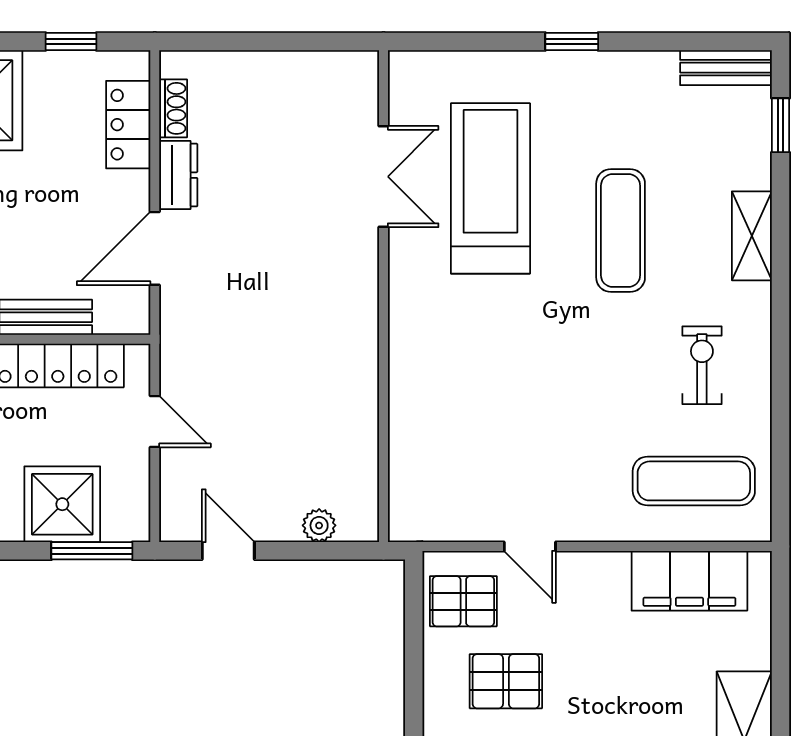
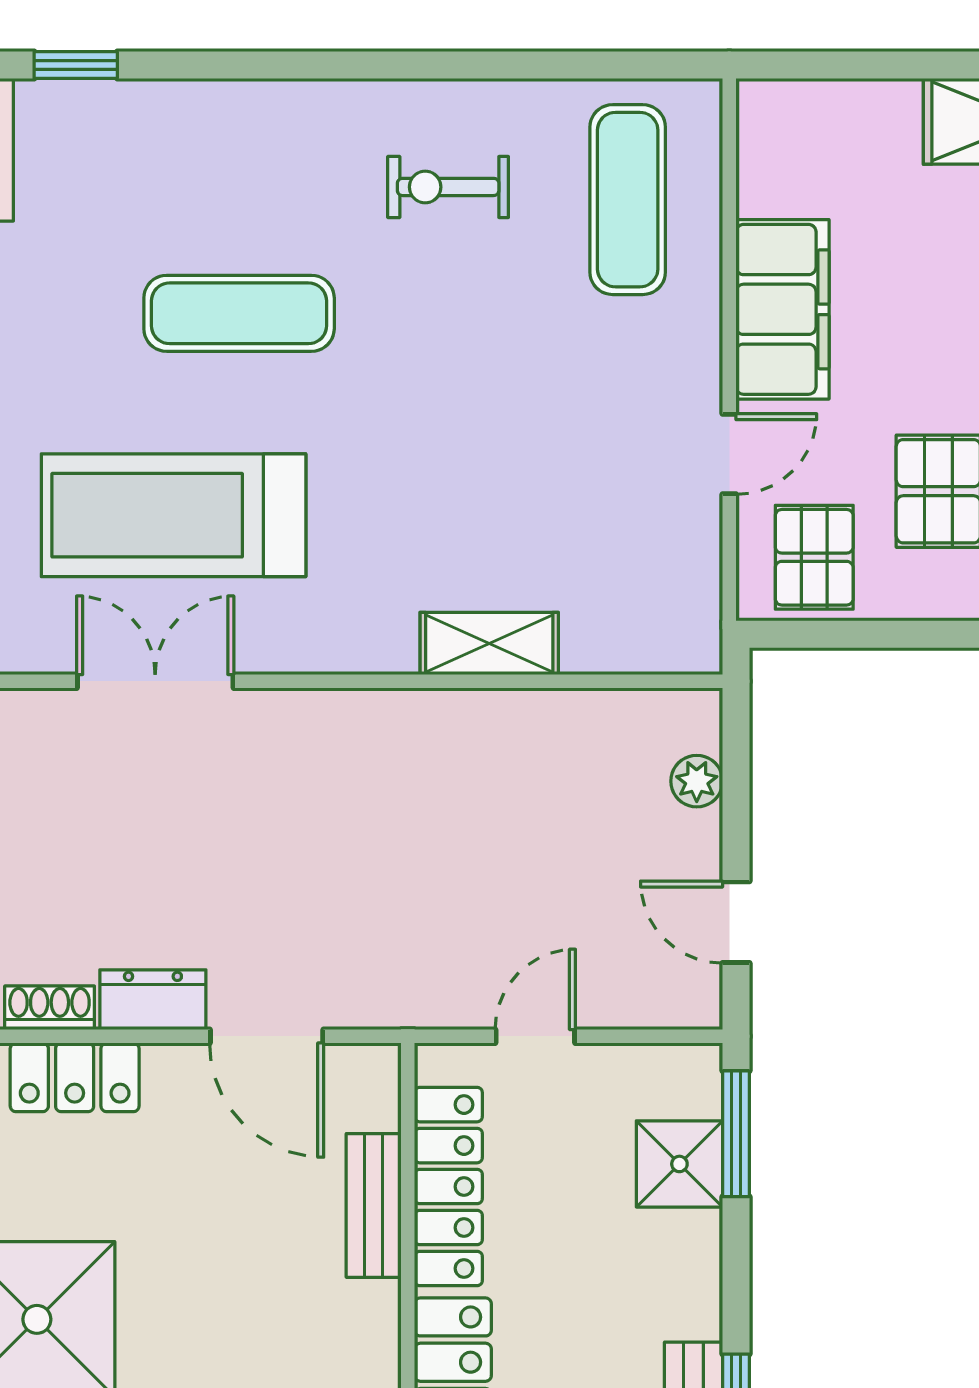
shelving: (752, 236) -> (489, 643), moved
shower: (62, 504) -> (679, 1164), width x0.73, depth x0.73
door: (228, 551) -> (736, 922), hinge flipped
filing cabinet: (689, 581) -> (783, 309), moved

